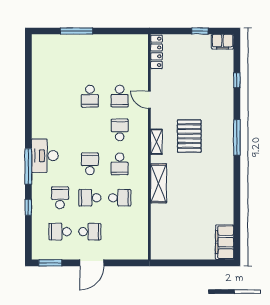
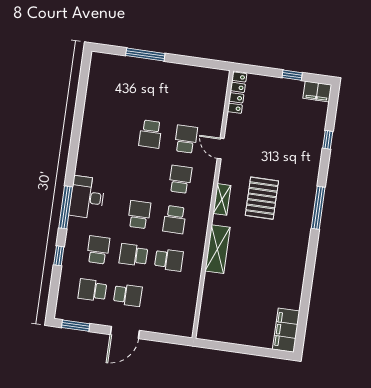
school desk: (120, 96) -> (186, 139), turned 180

